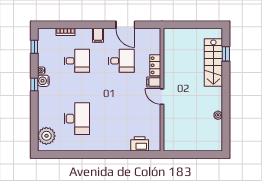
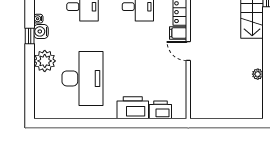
desk: (77, 119) -> (82, 78), width x1.36, depth x1.30
plant: (46, 136) -> (45, 61), moved
printer: (117, 142) -> (133, 108), added

